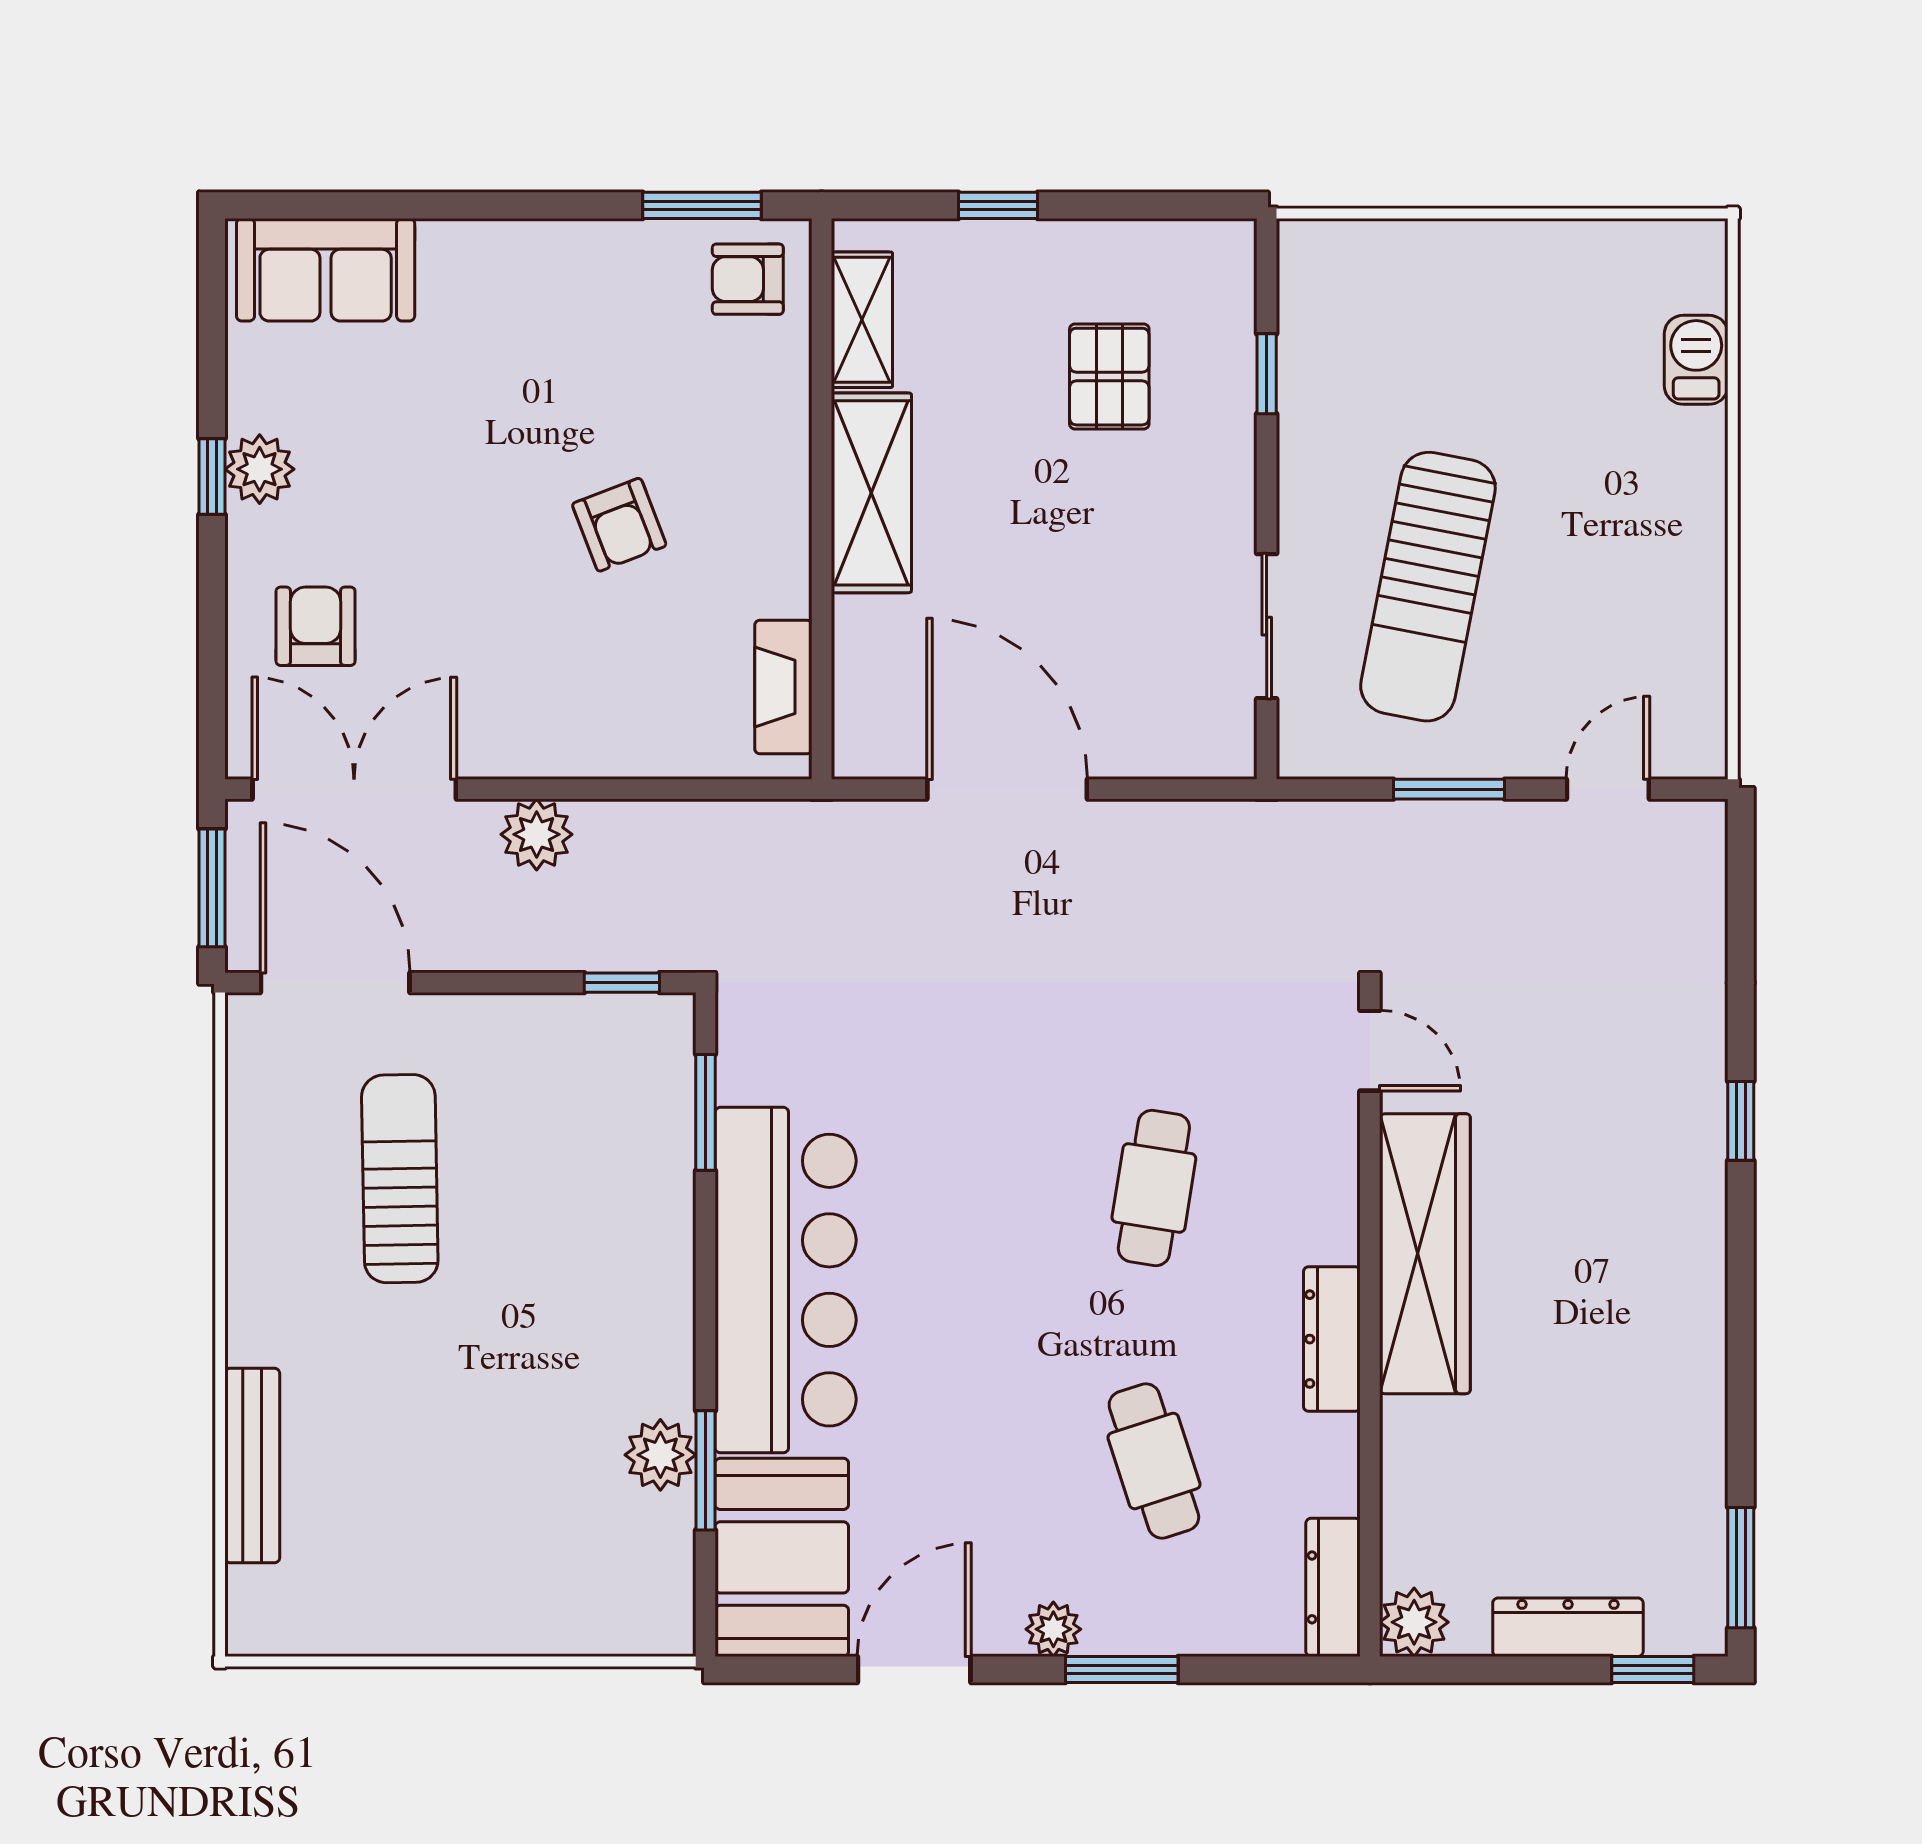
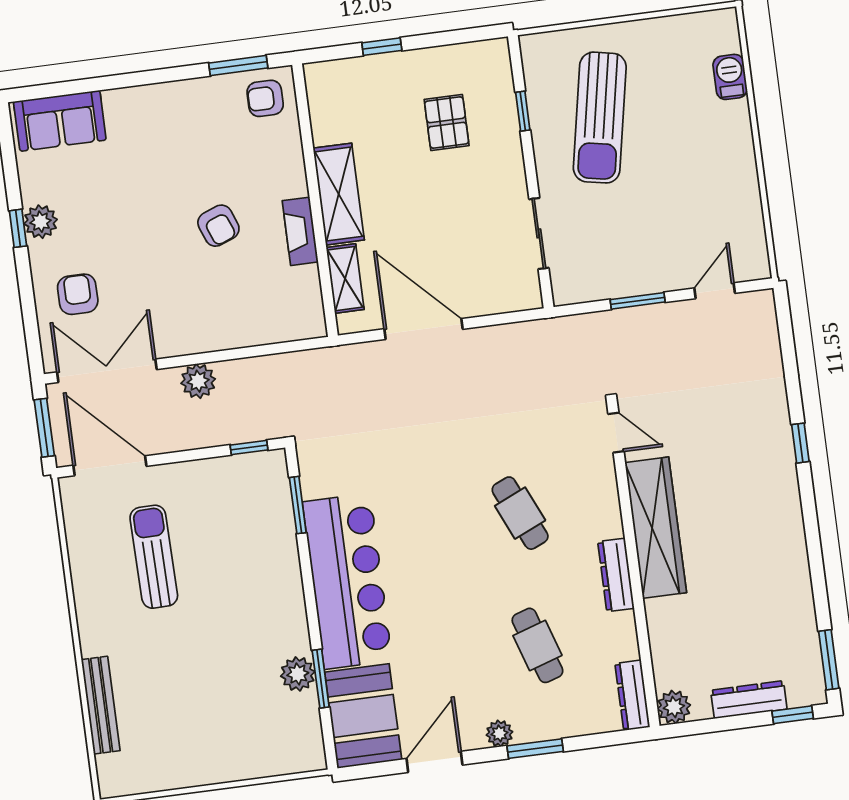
shelving: (862, 320) -> (345, 279), moved
sun lounger: (1428, 587) -> (600, 118), moved
fireplace: (783, 687) -> (300, 231), moved
cafe table: (1154, 1188) -> (520, 513), turned -33

